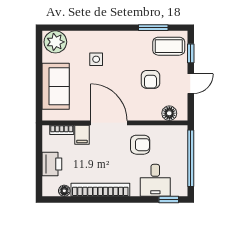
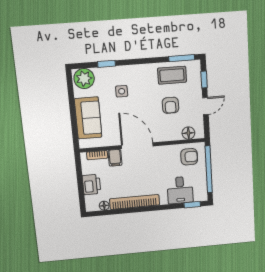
window: (82, 28) -> (107, 64), added
window: (153, 28) -> (182, 58), moved
coffee table: (169, 46) -> (172, 75), moved
armchair: (140, 145) -> (189, 157), moved

